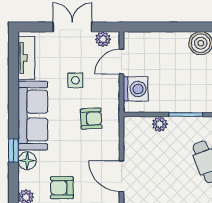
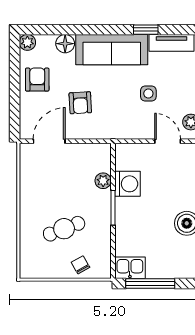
washing machine: (136, 89) -> (127, 184), moved, turned -90
armchair: (91, 119) -> (80, 103), moved
window: (14, 150) -> (146, 30), moved

